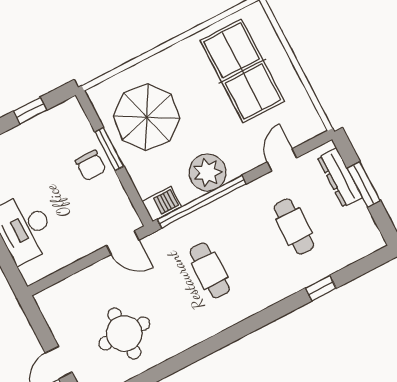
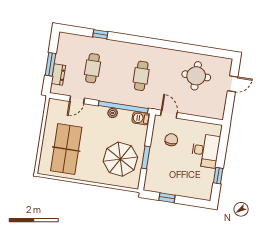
chair: (91, 165) -> (171, 140), moved
plant: (208, 172) -> (113, 113), width x0.53, depth x0.53
dresser: (340, 178) -> (58, 75), width x0.70

